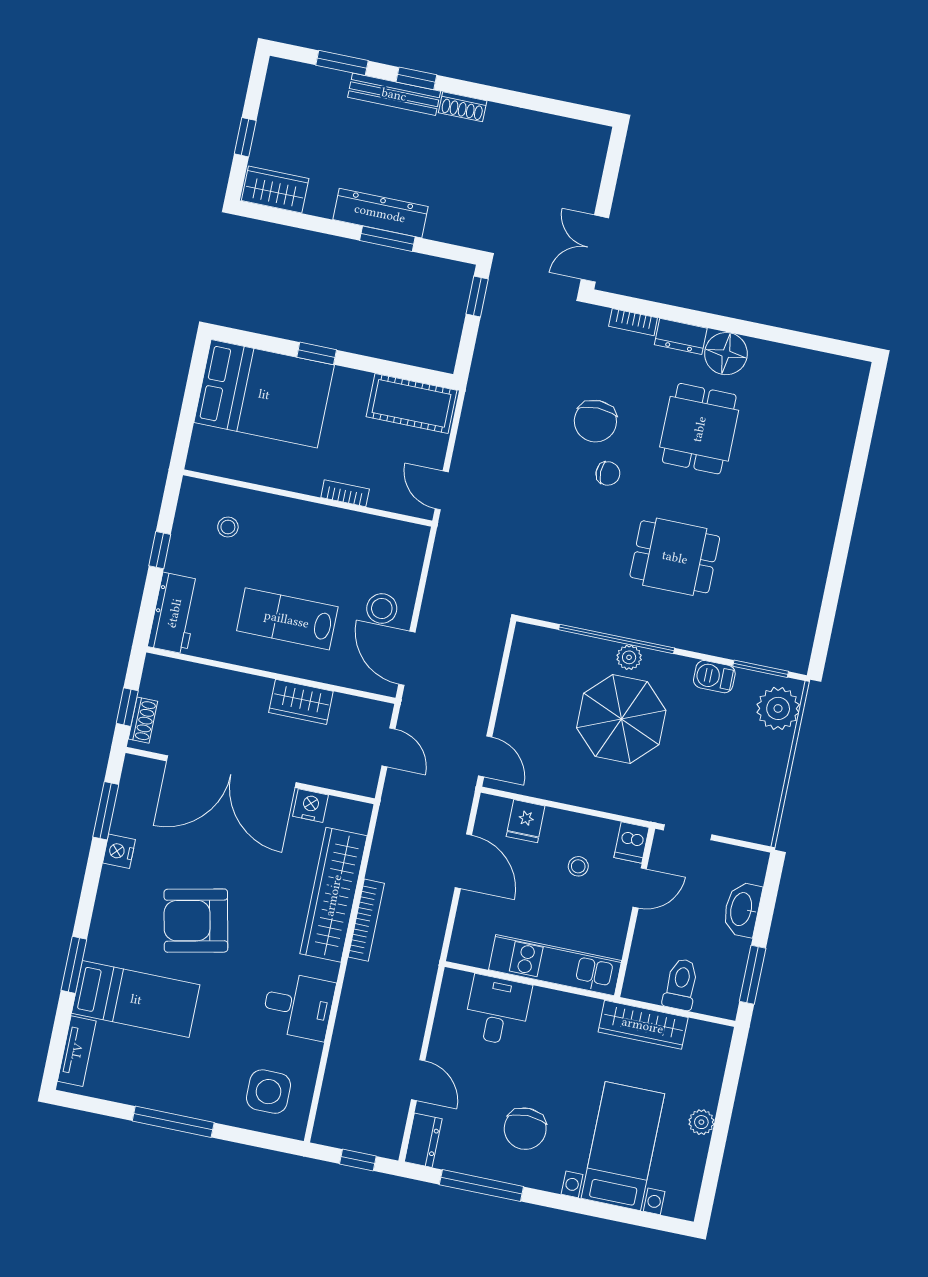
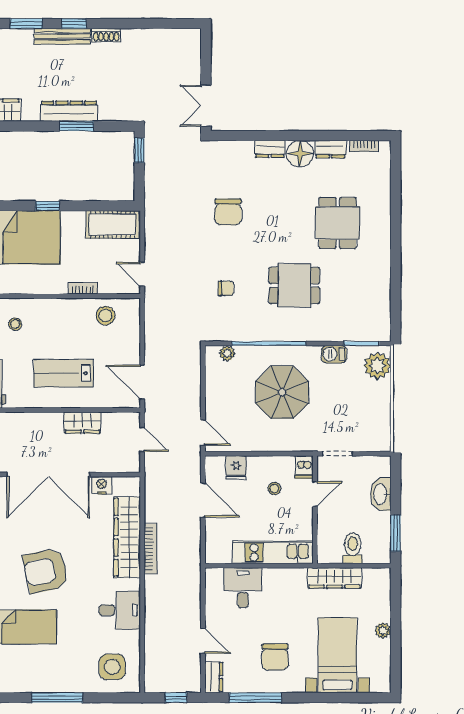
bookcase: (633, 322) -> (364, 146), moved
dresser: (775, 356) -> (330, 149), added
dining table: (699, 429) -> (338, 223), moved
chair: (608, 473) -> (226, 288), moved
stool: (382, 608) -> (105, 316), moved
plant: (629, 657) -> (227, 353), moved

